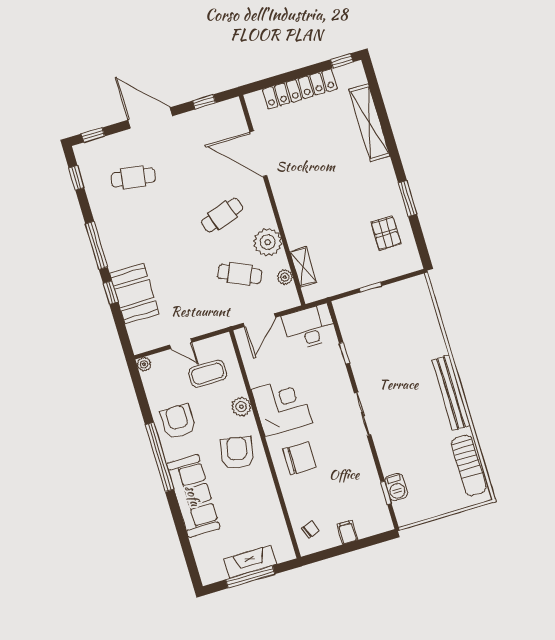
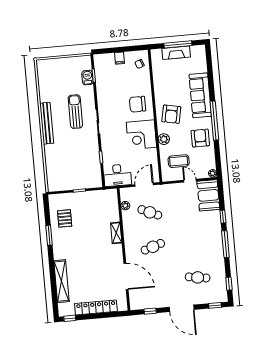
plant: (268, 242) -> (131, 227), removed
shelving: (303, 267) -> (116, 233), moved
booth: (134, 293) -> (208, 195), moved
armchair: (178, 422) -> (200, 138), turned 180
sun lounger: (469, 465) -> (75, 112), moved

